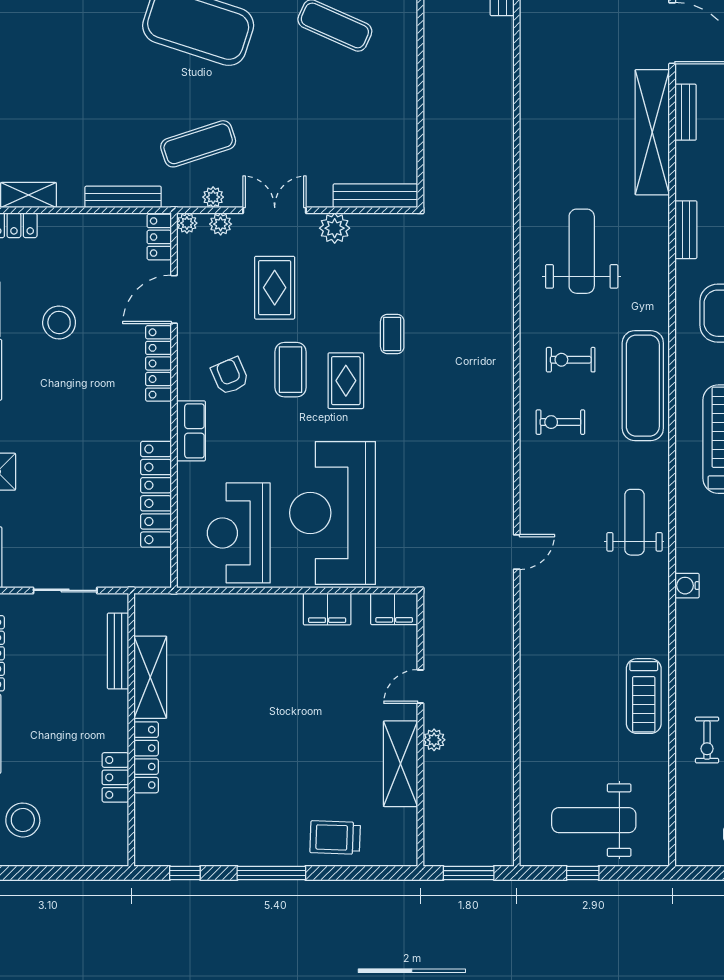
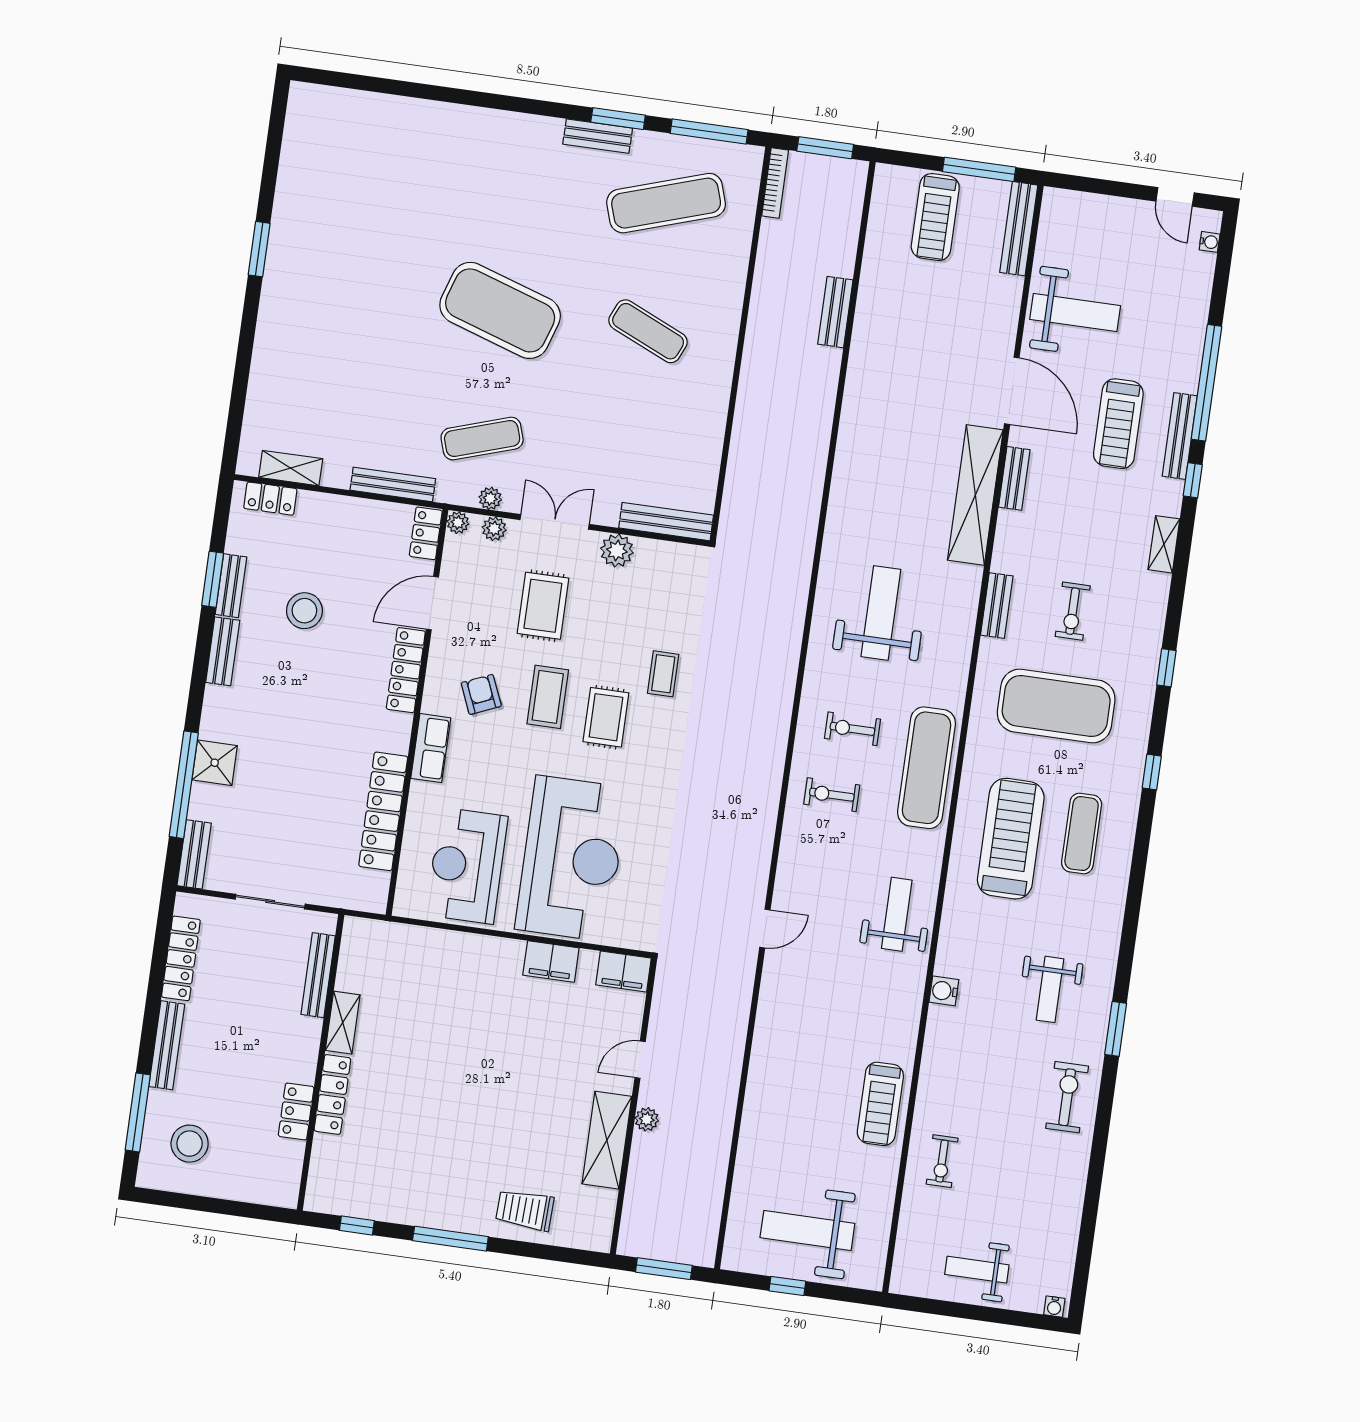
reception desk: (333, 513) -> (571, 858), turned 180
shelving: (150, 677) -> (343, 1023), width x0.67, depth x0.75

